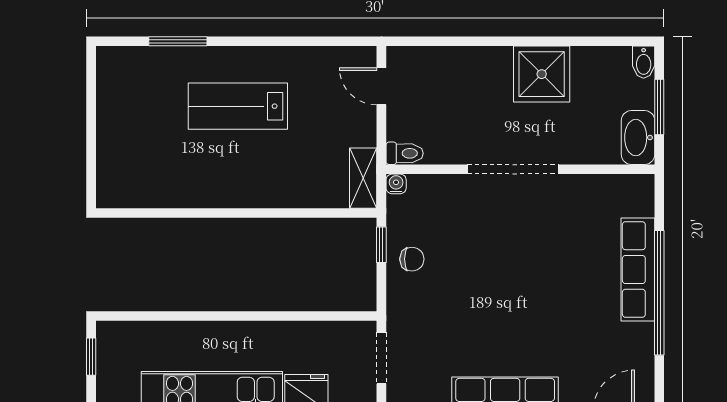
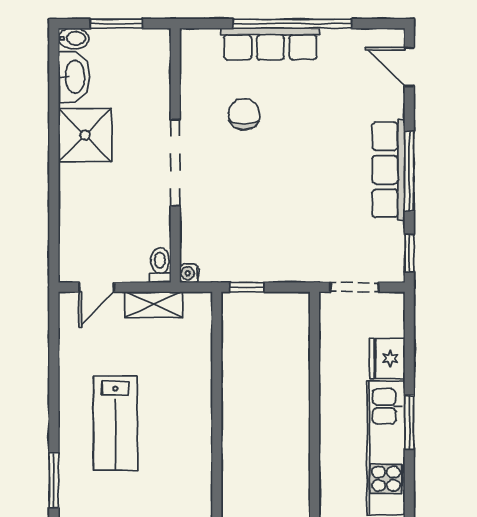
washbasin: (638, 138) -> (74, 77), moved, turned -90
shelving: (363, 178) -> (154, 305), moved
chair: (412, 259) -> (244, 114), moved, width x1.37, depth x1.37

